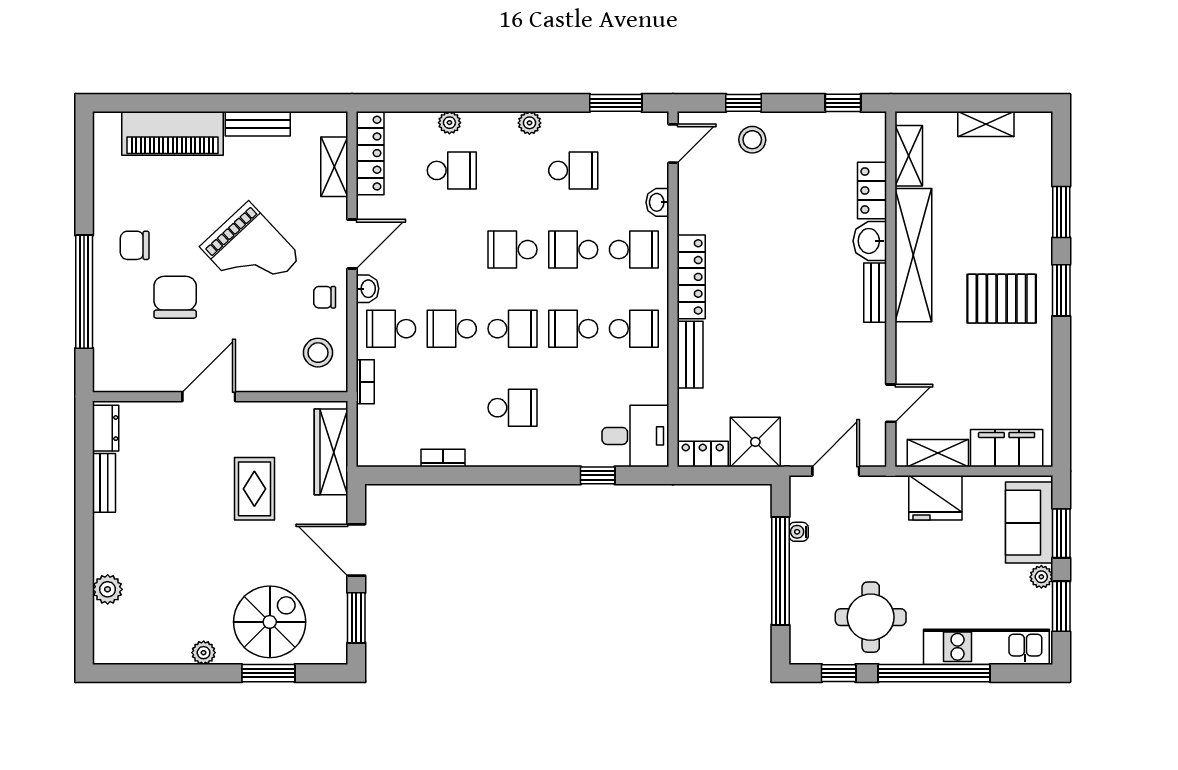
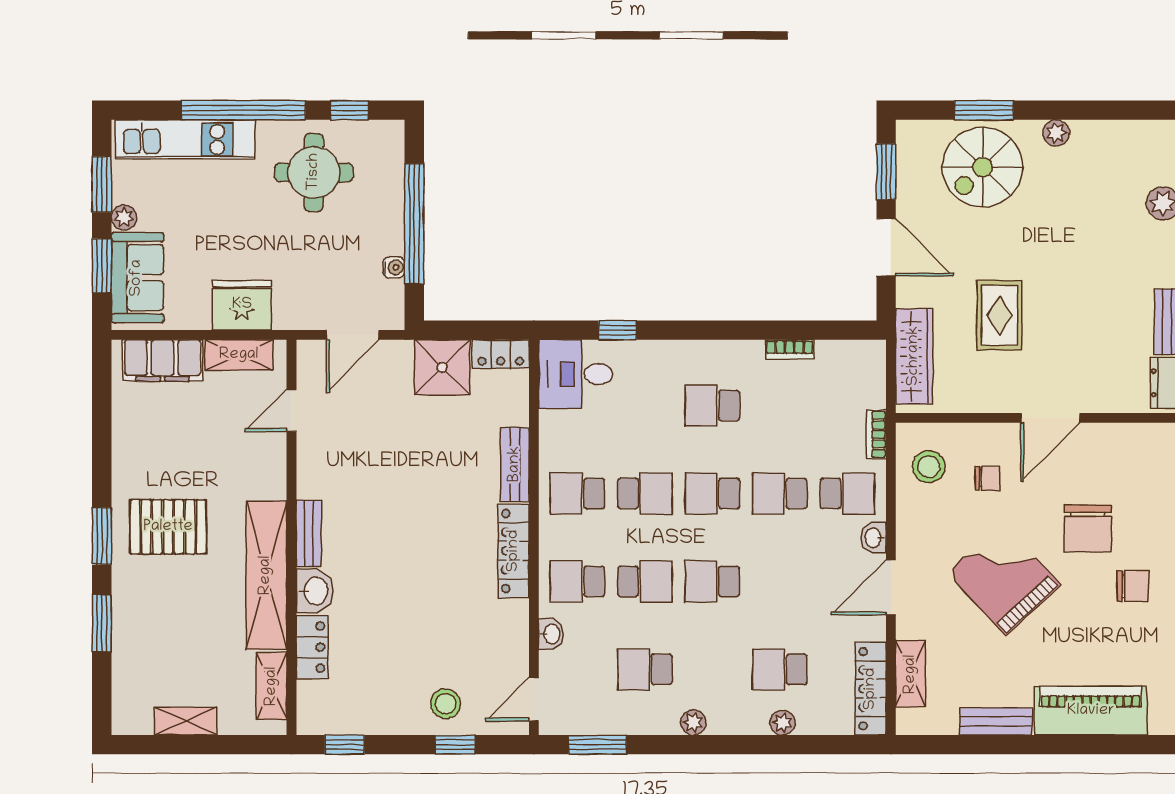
school desk: (513, 250) -> (712, 581), turned 180
chair: (325, 297) -> (987, 478), moved
school desk: (452, 329) -> (780, 493), turned 180

